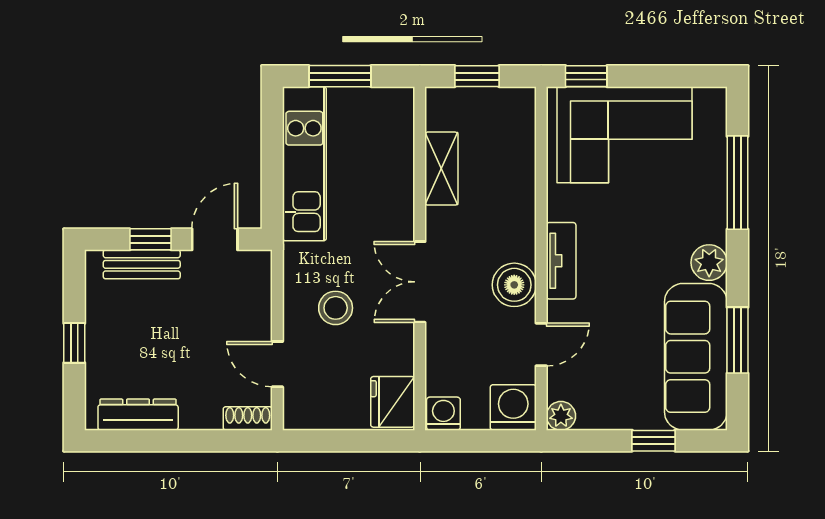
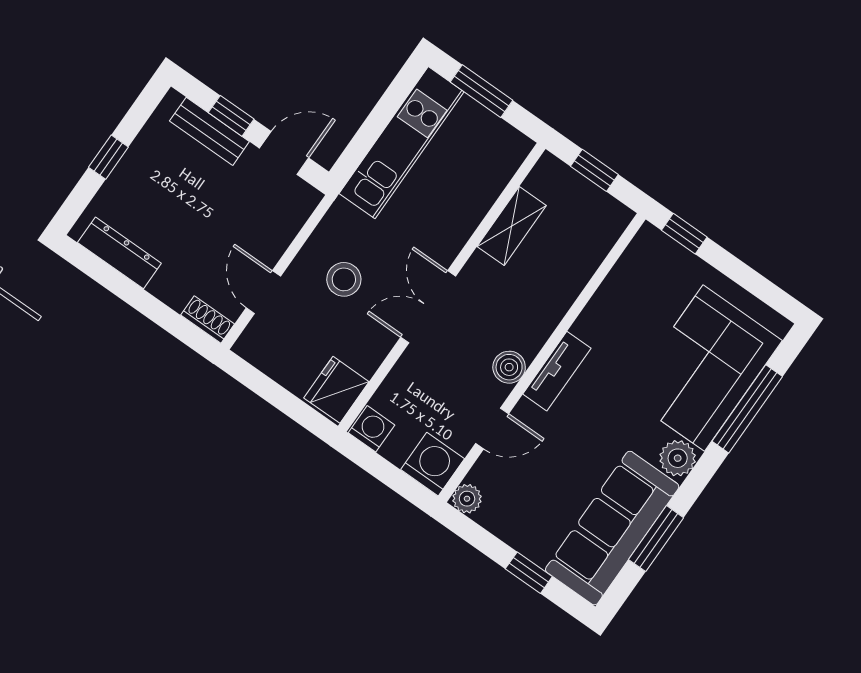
corner sofa: (625, 135) -> (704, 368), moved, turned 90
boiler: (514, 285) -> (509, 367), width x0.73, depth x0.73

